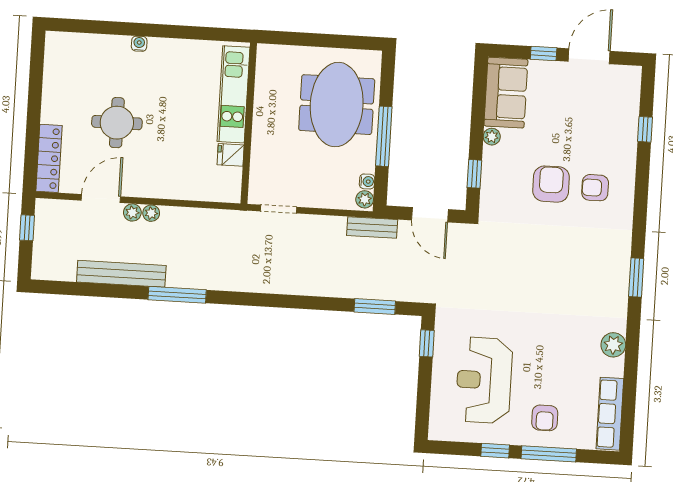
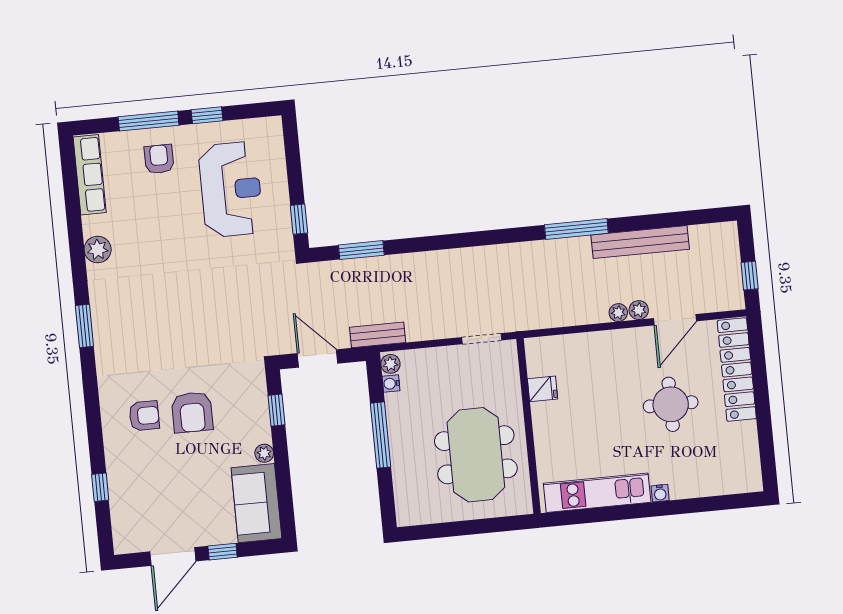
kitchen unit: (234, 94) -> (597, 493), moved, turned -90
meeting table: (337, 105) -> (476, 455), moved
locker: (49, 158) -> (737, 370), width x1.41, depth x1.21

